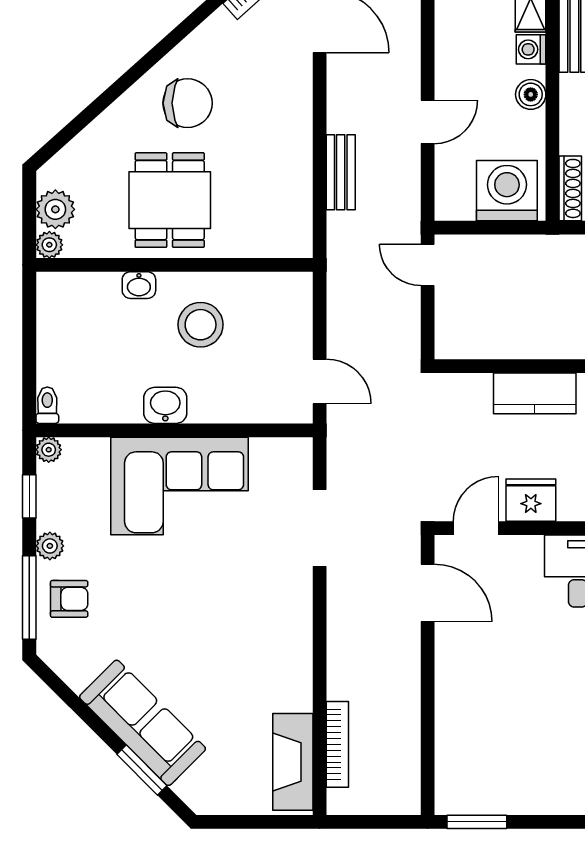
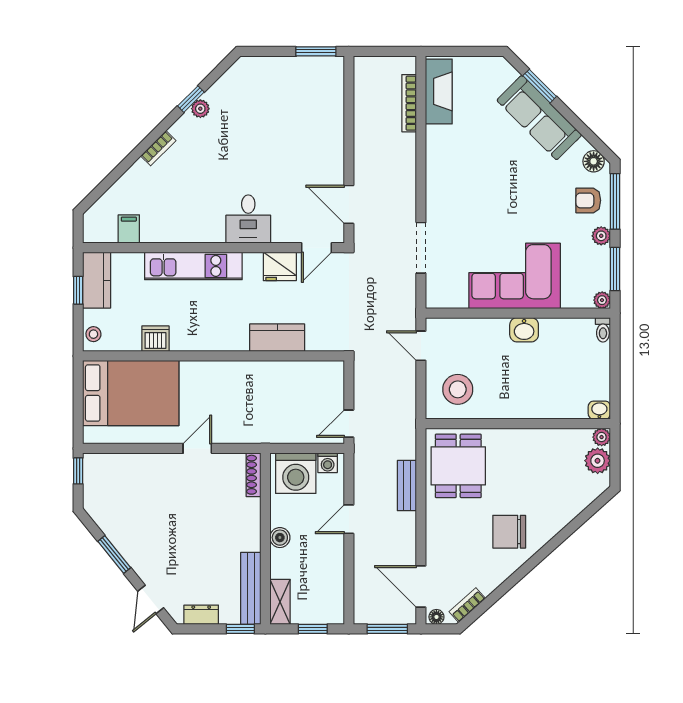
washing machine: (531, 49) -> (328, 463), moved, turned 90
dining table: (170, 200) -> (458, 466), moved
door: (428, 265) -> (349, 424), swing flipped
washbasin: (139, 285) -> (599, 410), moved
stool: (201, 325) -> (458, 389), moved
window: (29, 496) -> (615, 269), width x1.50
floor lamp: (61, 657) -> (594, 161), added

